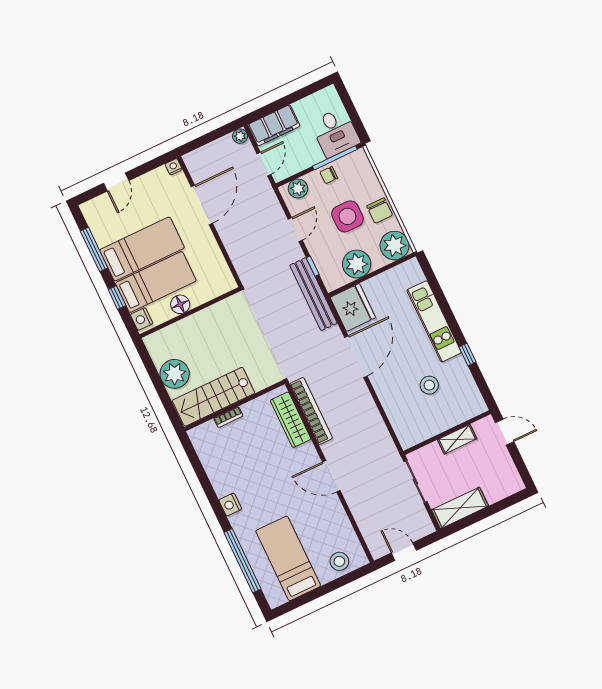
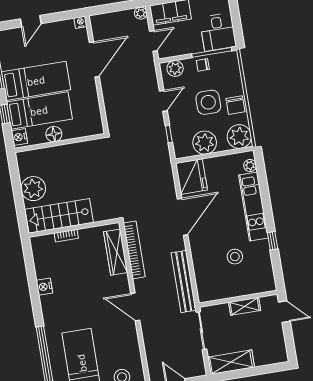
plant: (416, 275) -> (250, 166), added
bench: (313, 294) -> (184, 282), moved
nightstand: (230, 505) -> (44, 287), moved

